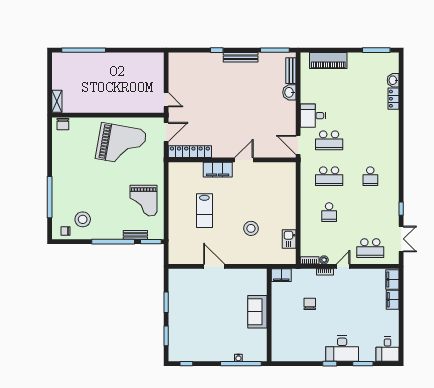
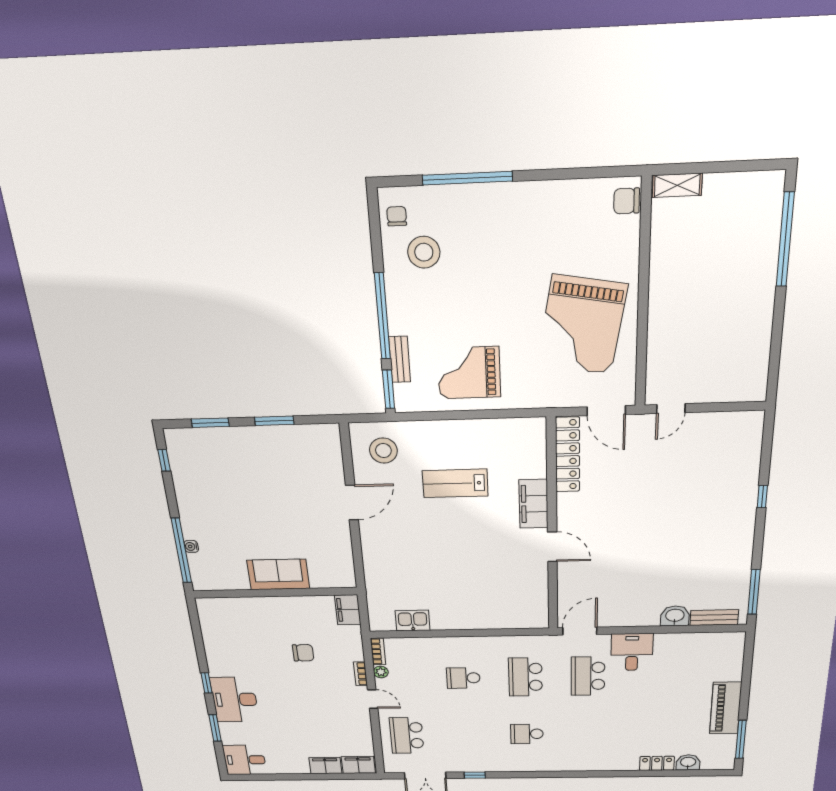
bench: (241, 57) -> (745, 537), removed
piano: (328, 61) -> (726, 708), moved
stool: (251, 228) -> (383, 451), moved

